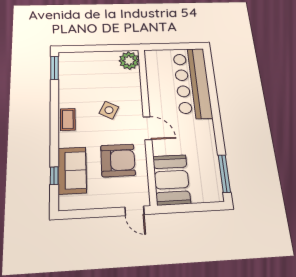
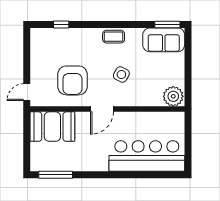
sofa: (72, 170) -> (164, 40), moved

